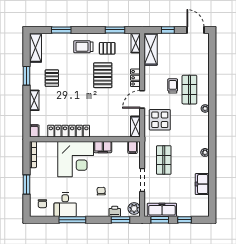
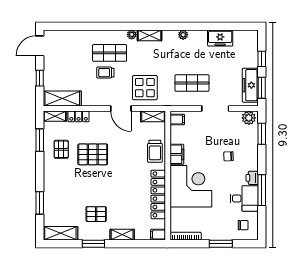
trolley: (83, 47) -> (155, 151), moved
locker: (135, 78) -> (79, 116), moved
shelving: (204, 124) -> (149, 35), added
printer: (115, 211) -> (252, 178), moved

